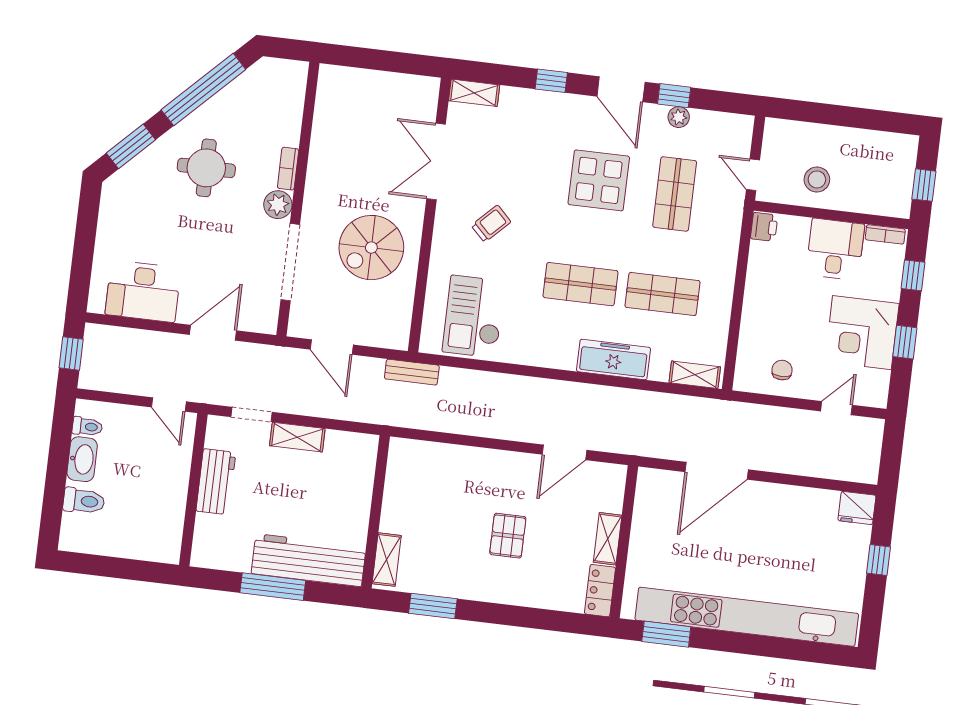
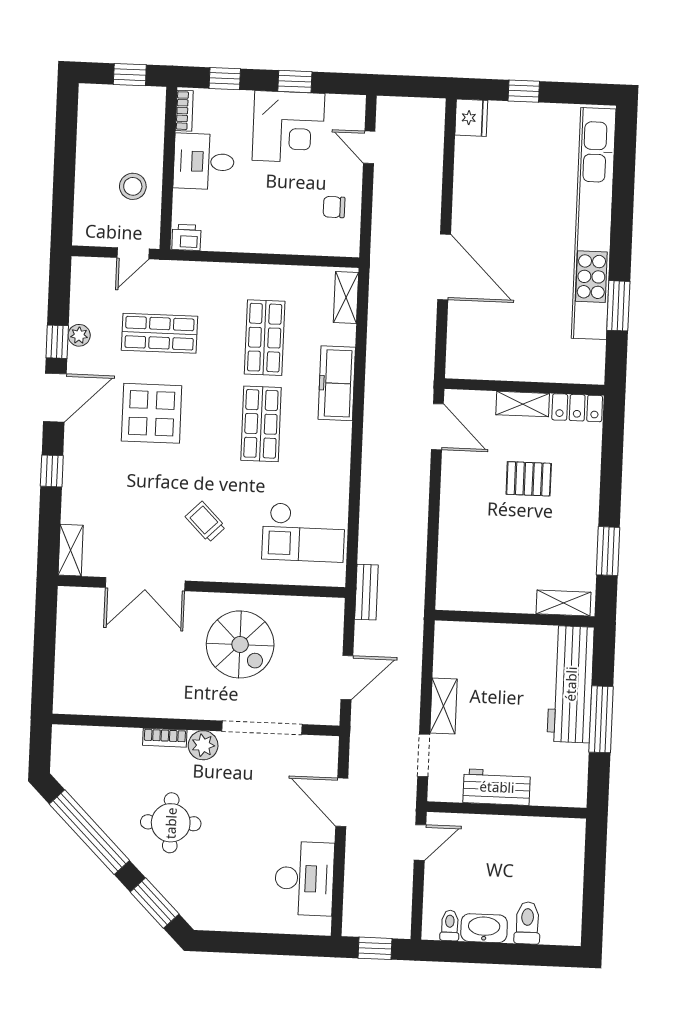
shelving: (608, 539) -> (523, 404), moved
wall: (624, 542) -> (524, 387), moved
locker: (600, 591) -> (577, 408), moved

